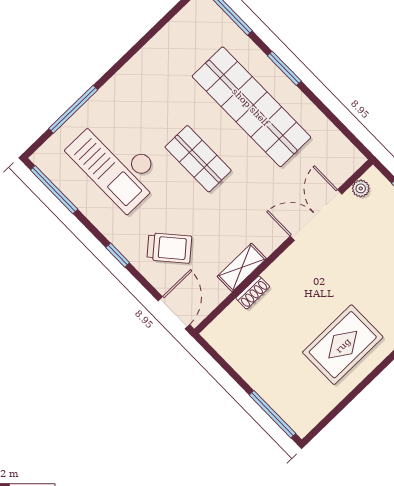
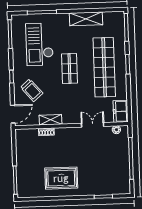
shelving: (153, 56) -> (86, 19), added
freezer: (341, 153) -> (121, 111), added
double door: (316, 215) -> (93, 125), width x0.73

